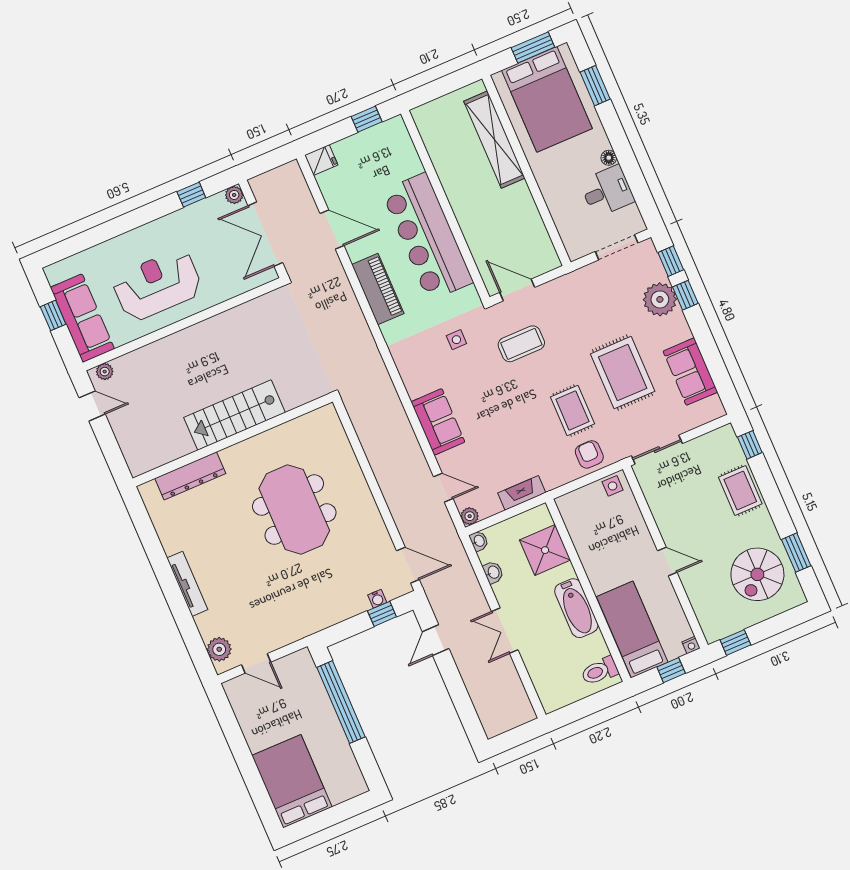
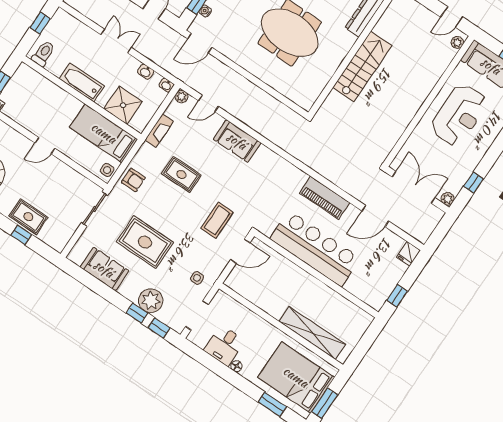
side table: (456, 340) -> (197, 278), moved
rug: (572, 410) -> (181, 174), moved
window: (750, 445) -> (21, 235), moved
bed: (632, 629) -> (104, 133), moved, turned 180
window: (580, 709) -> (40, 23), added

